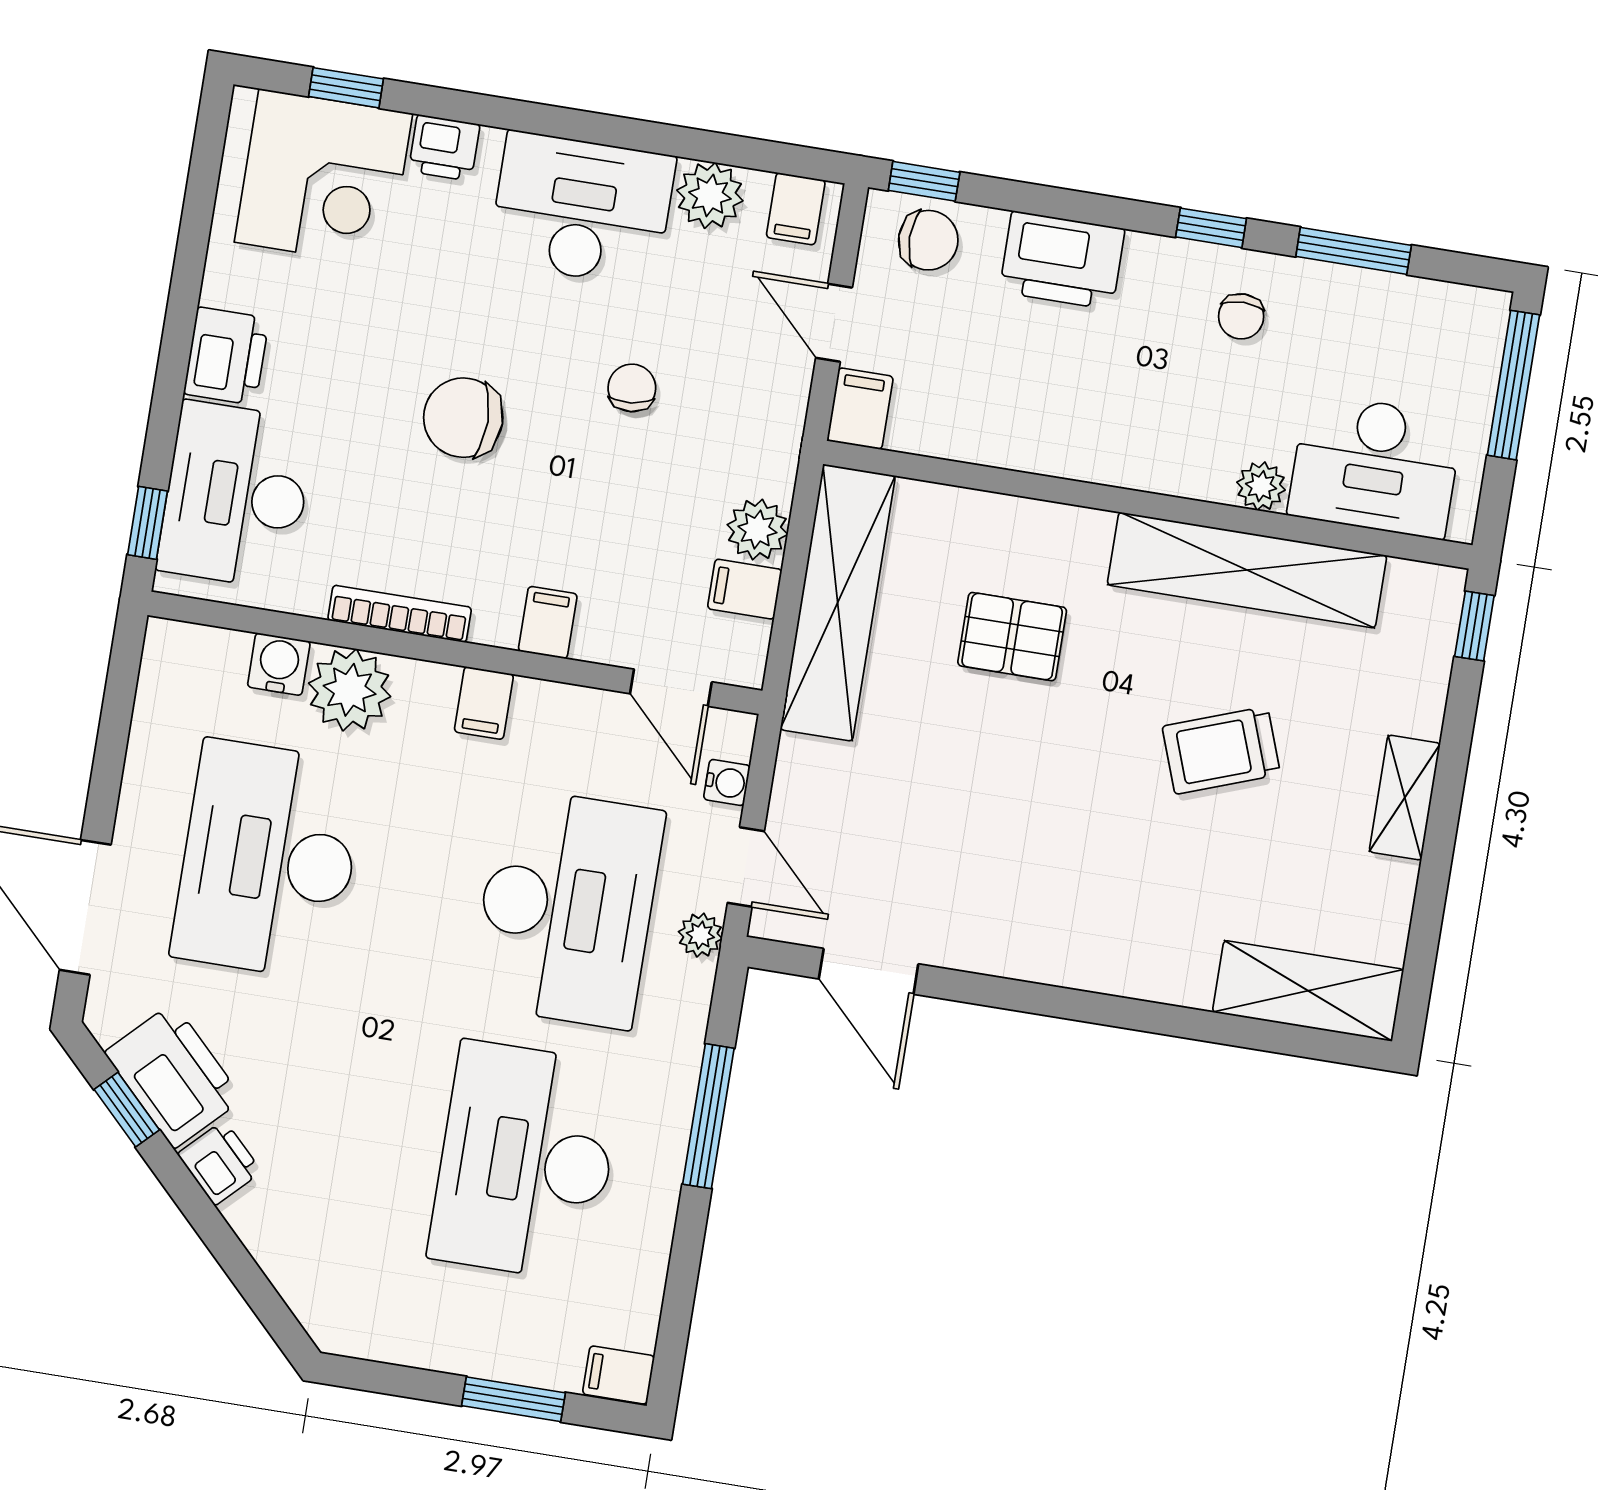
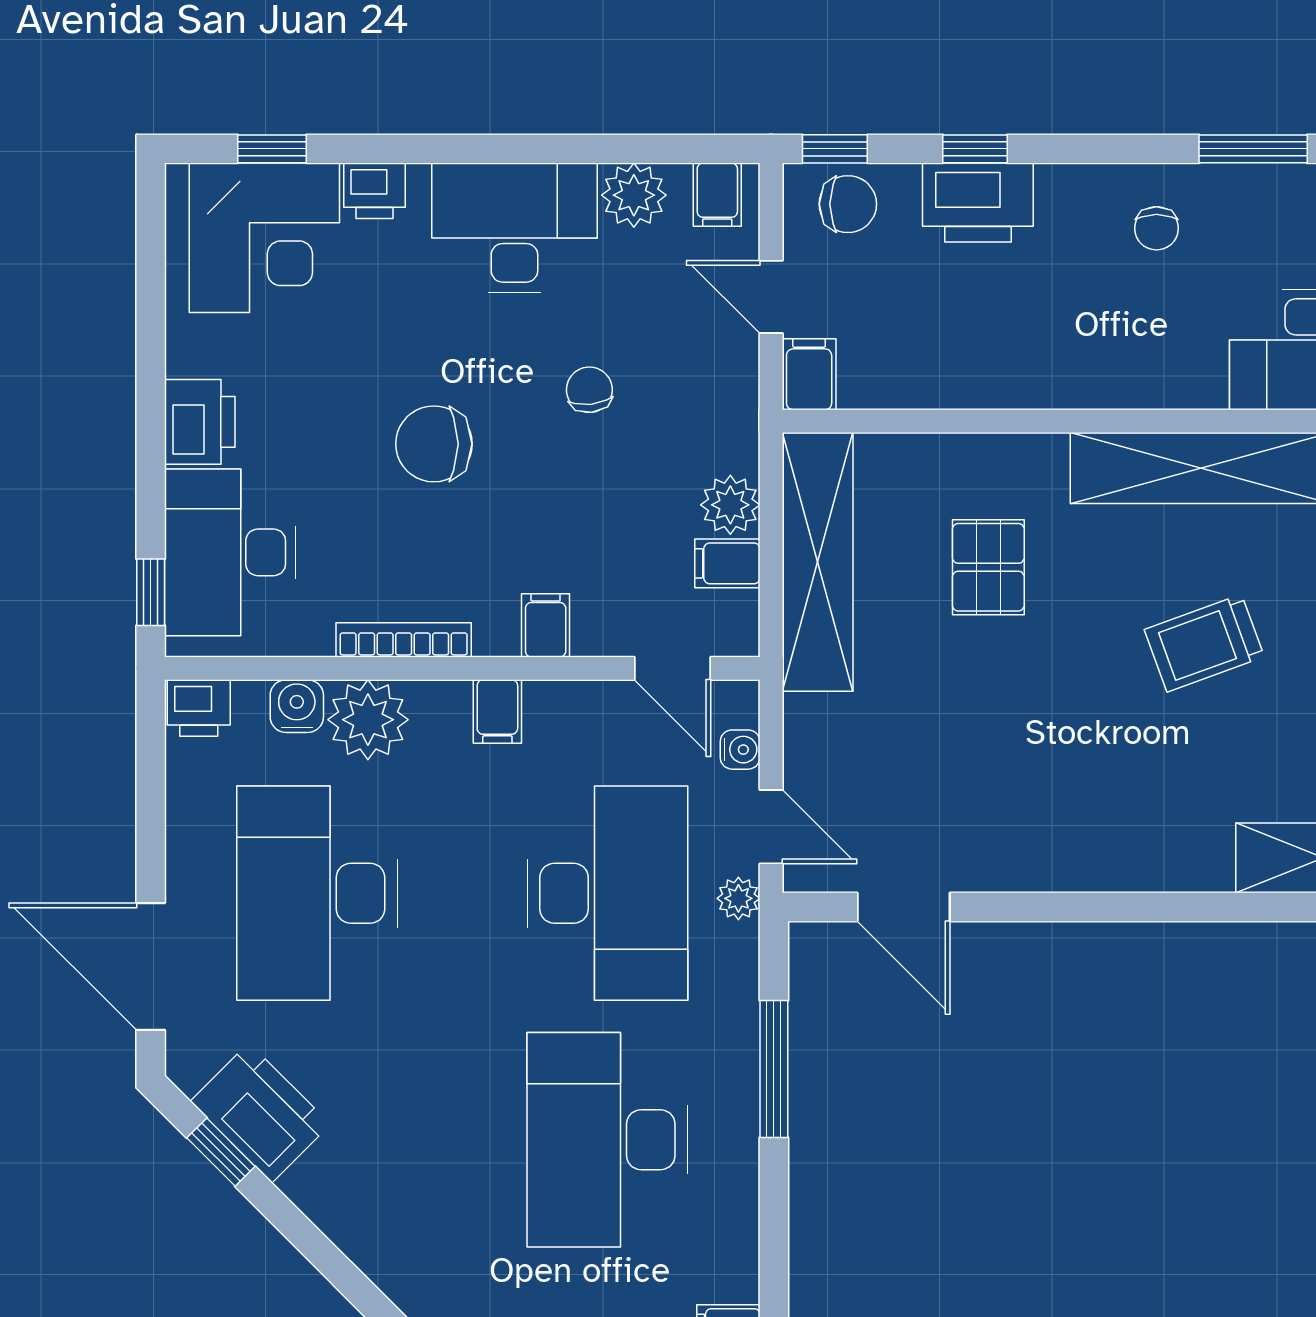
window: (1211, 228) -> (975, 149), moved
plant: (1261, 486) -> (1201, 386), removed
pallet: (1012, 637) -> (988, 567), turned 90
printer: (220, 1163) -> (199, 708), moved, turned 135

